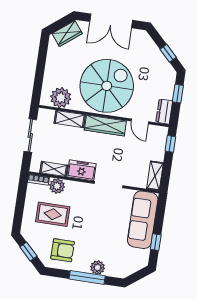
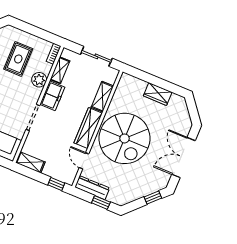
wardrobe: (67, 33) -> (158, 94), moved, turned -52
window: (168, 53) -> (153, 198), moved
plant: (61, 98) -> (124, 93), removed
dresser: (164, 112) -> (92, 188), width x1.44
door: (140, 121) -> (84, 161), hinge flipped
plant: (57, 186) -> (39, 80), moved

